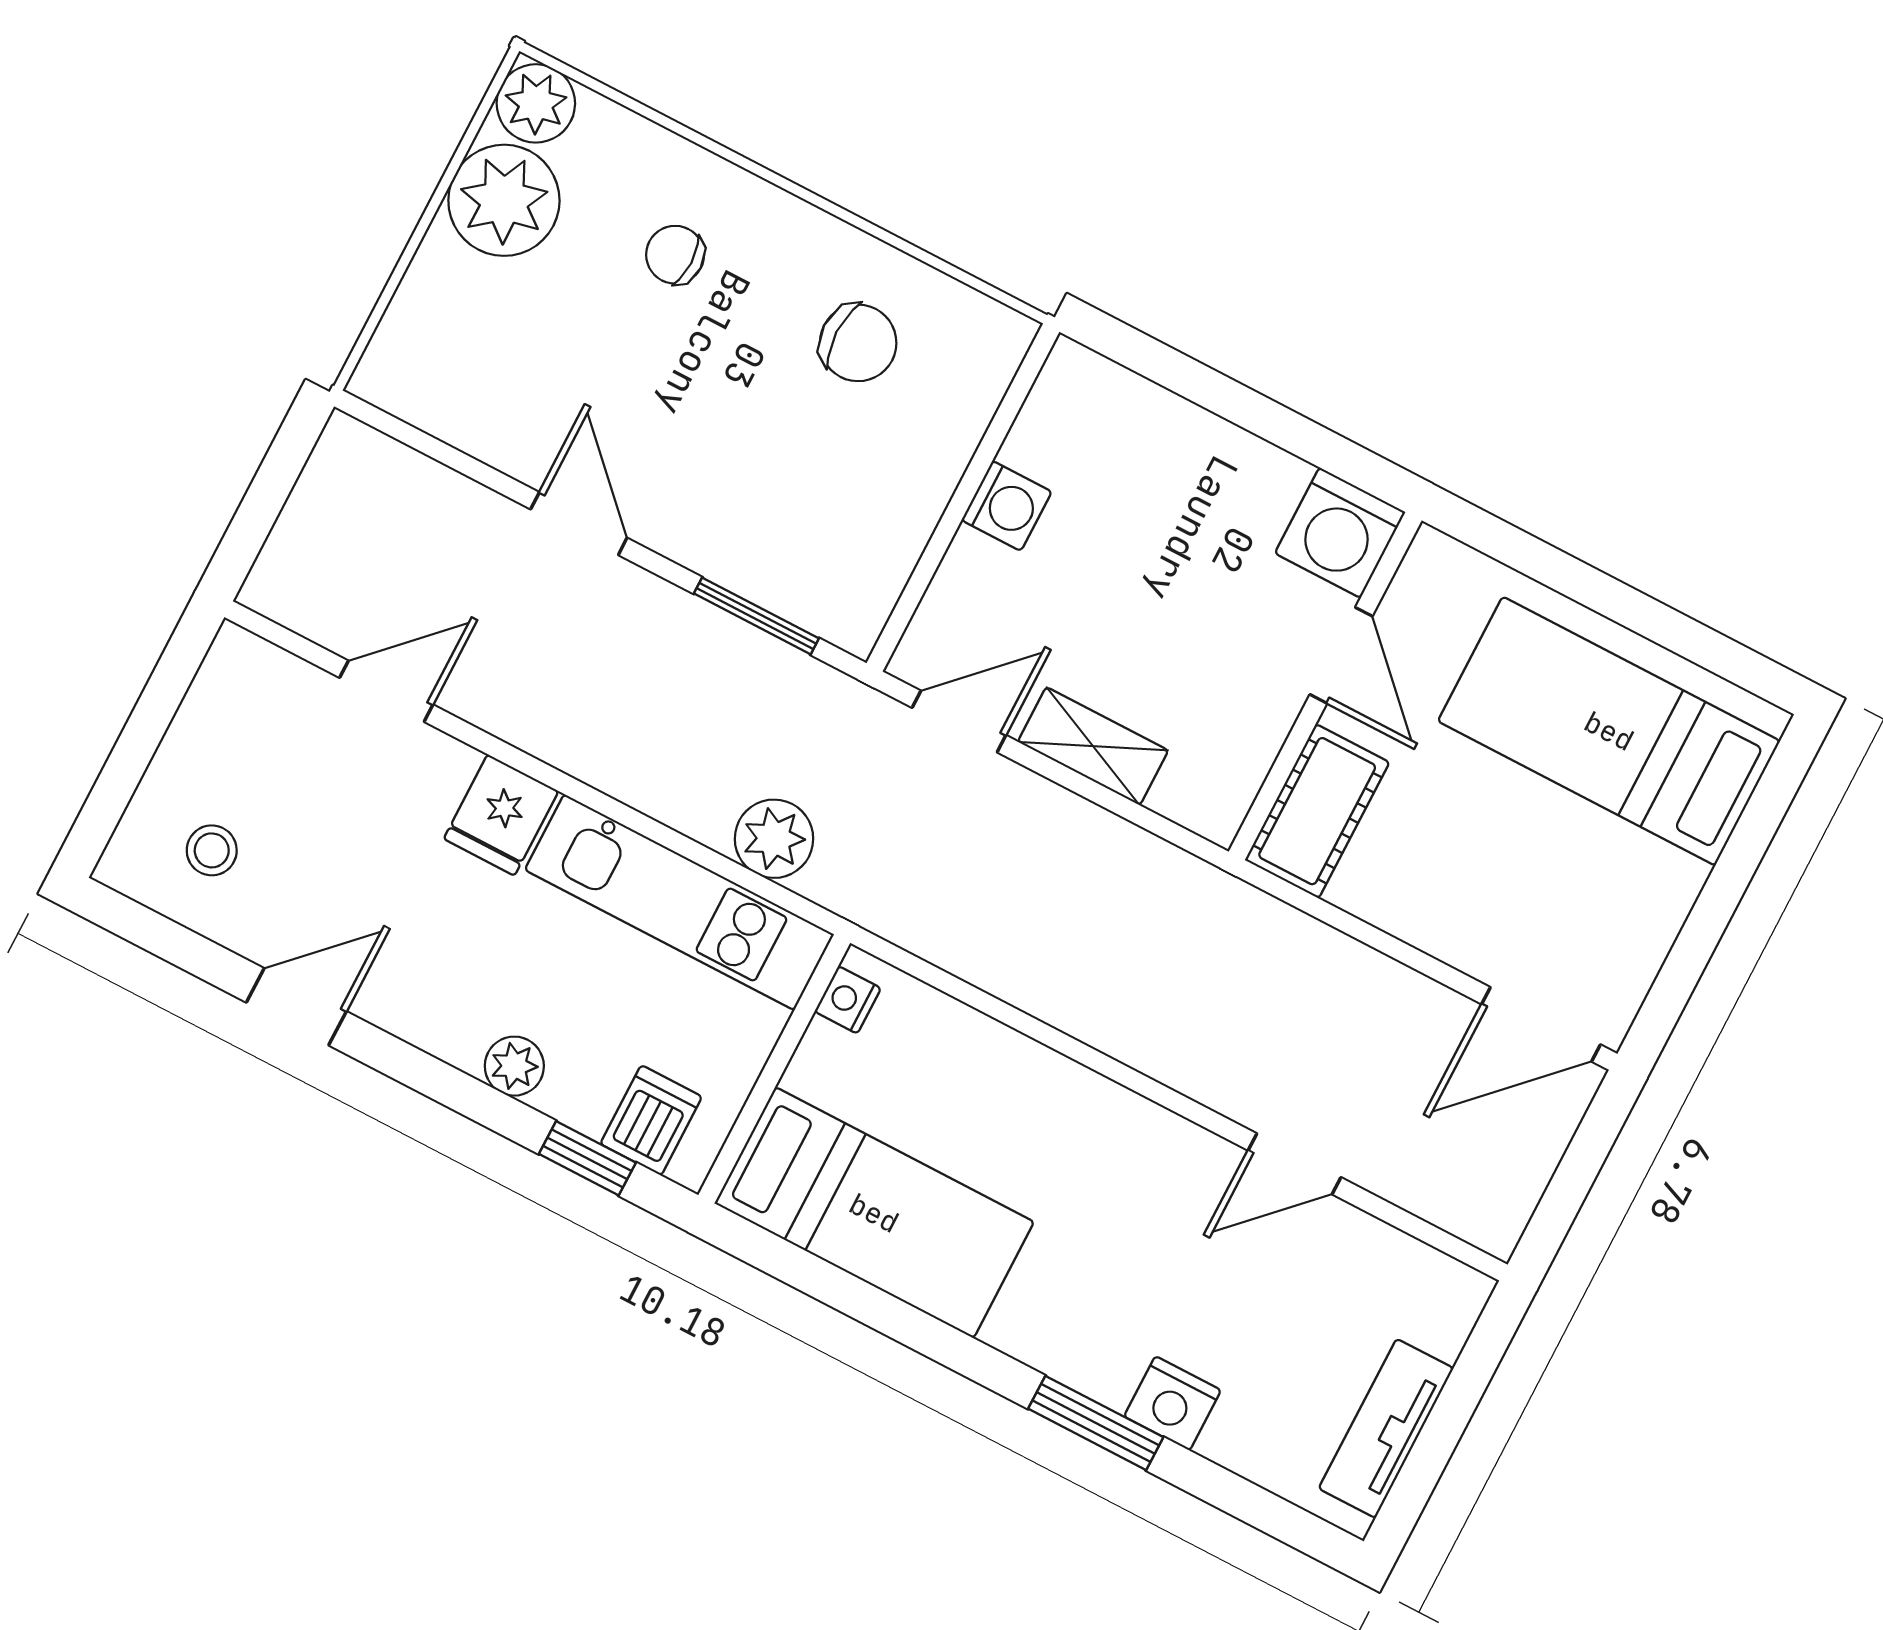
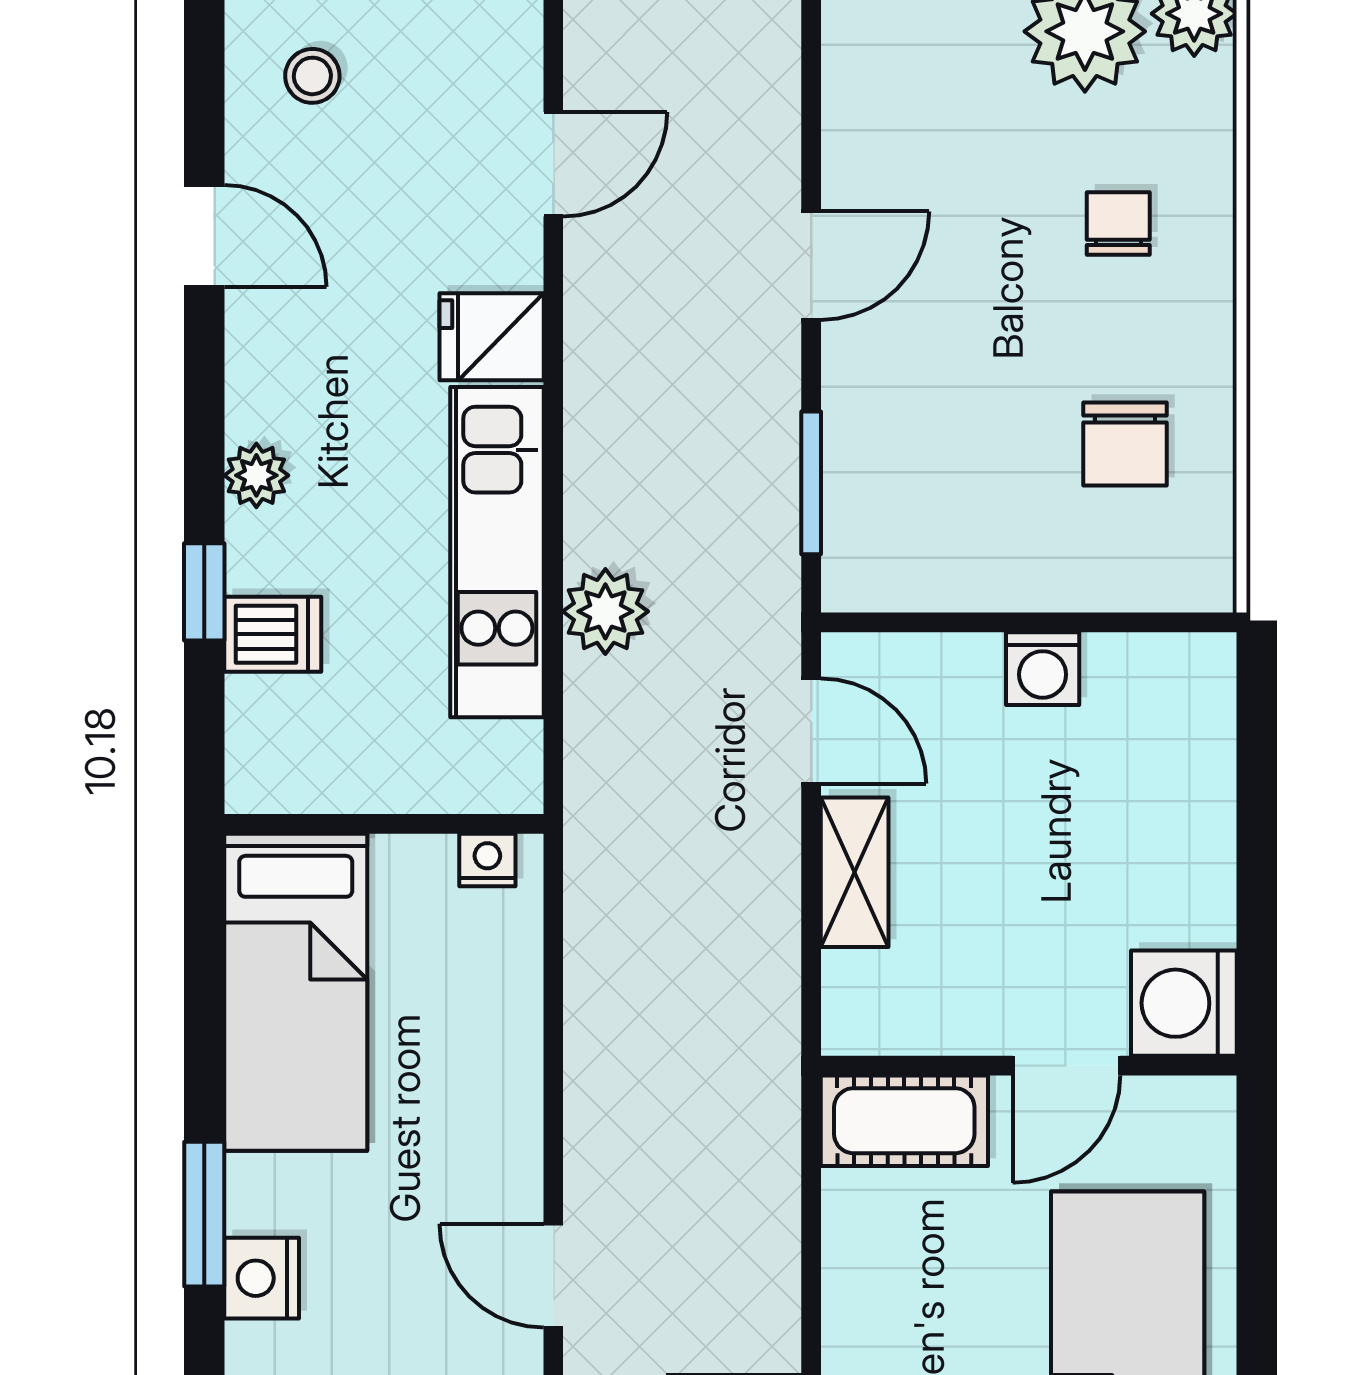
door: (386, 691) -> (553, 164), hinge flipped
nightstand: (848, 1000) -> (487, 860), moved
wall: (774, 1069) -> (384, 824), moved
bed: (874, 1213) -> (296, 992), moved

